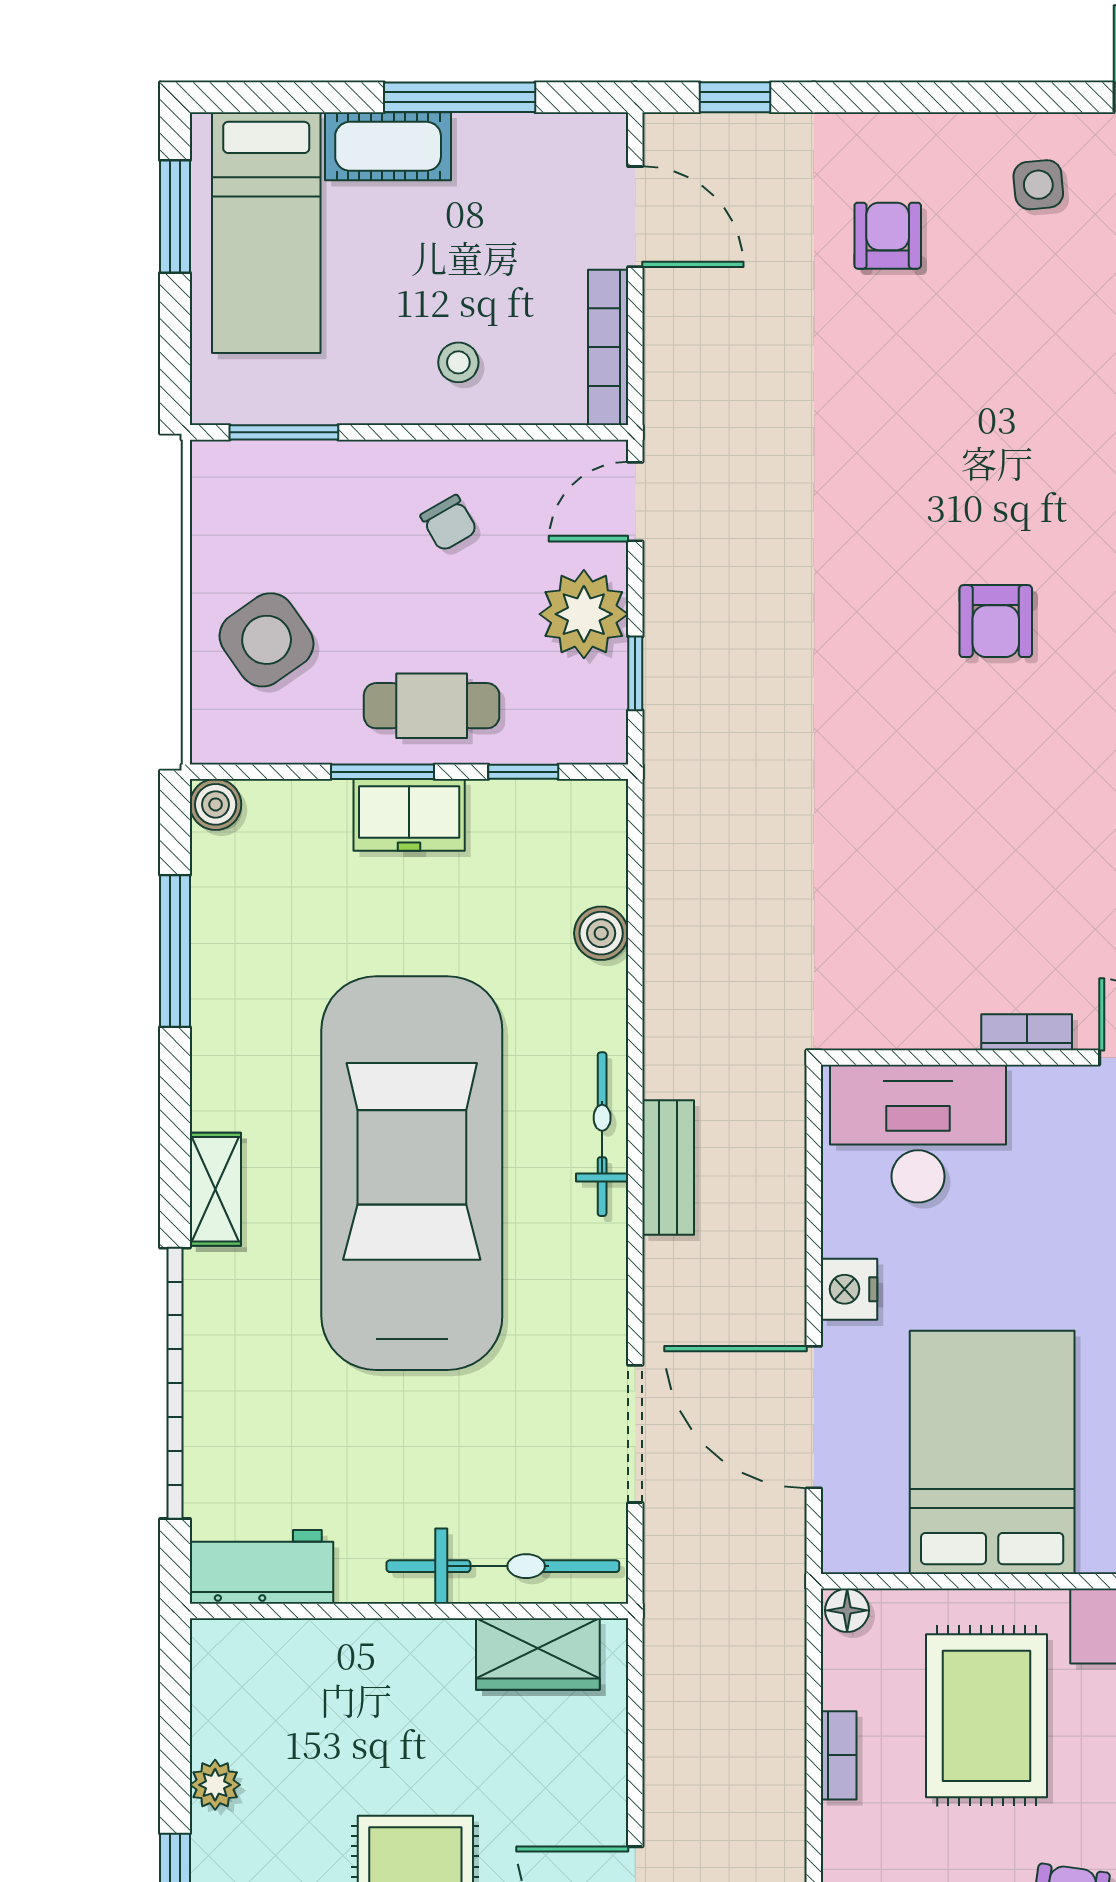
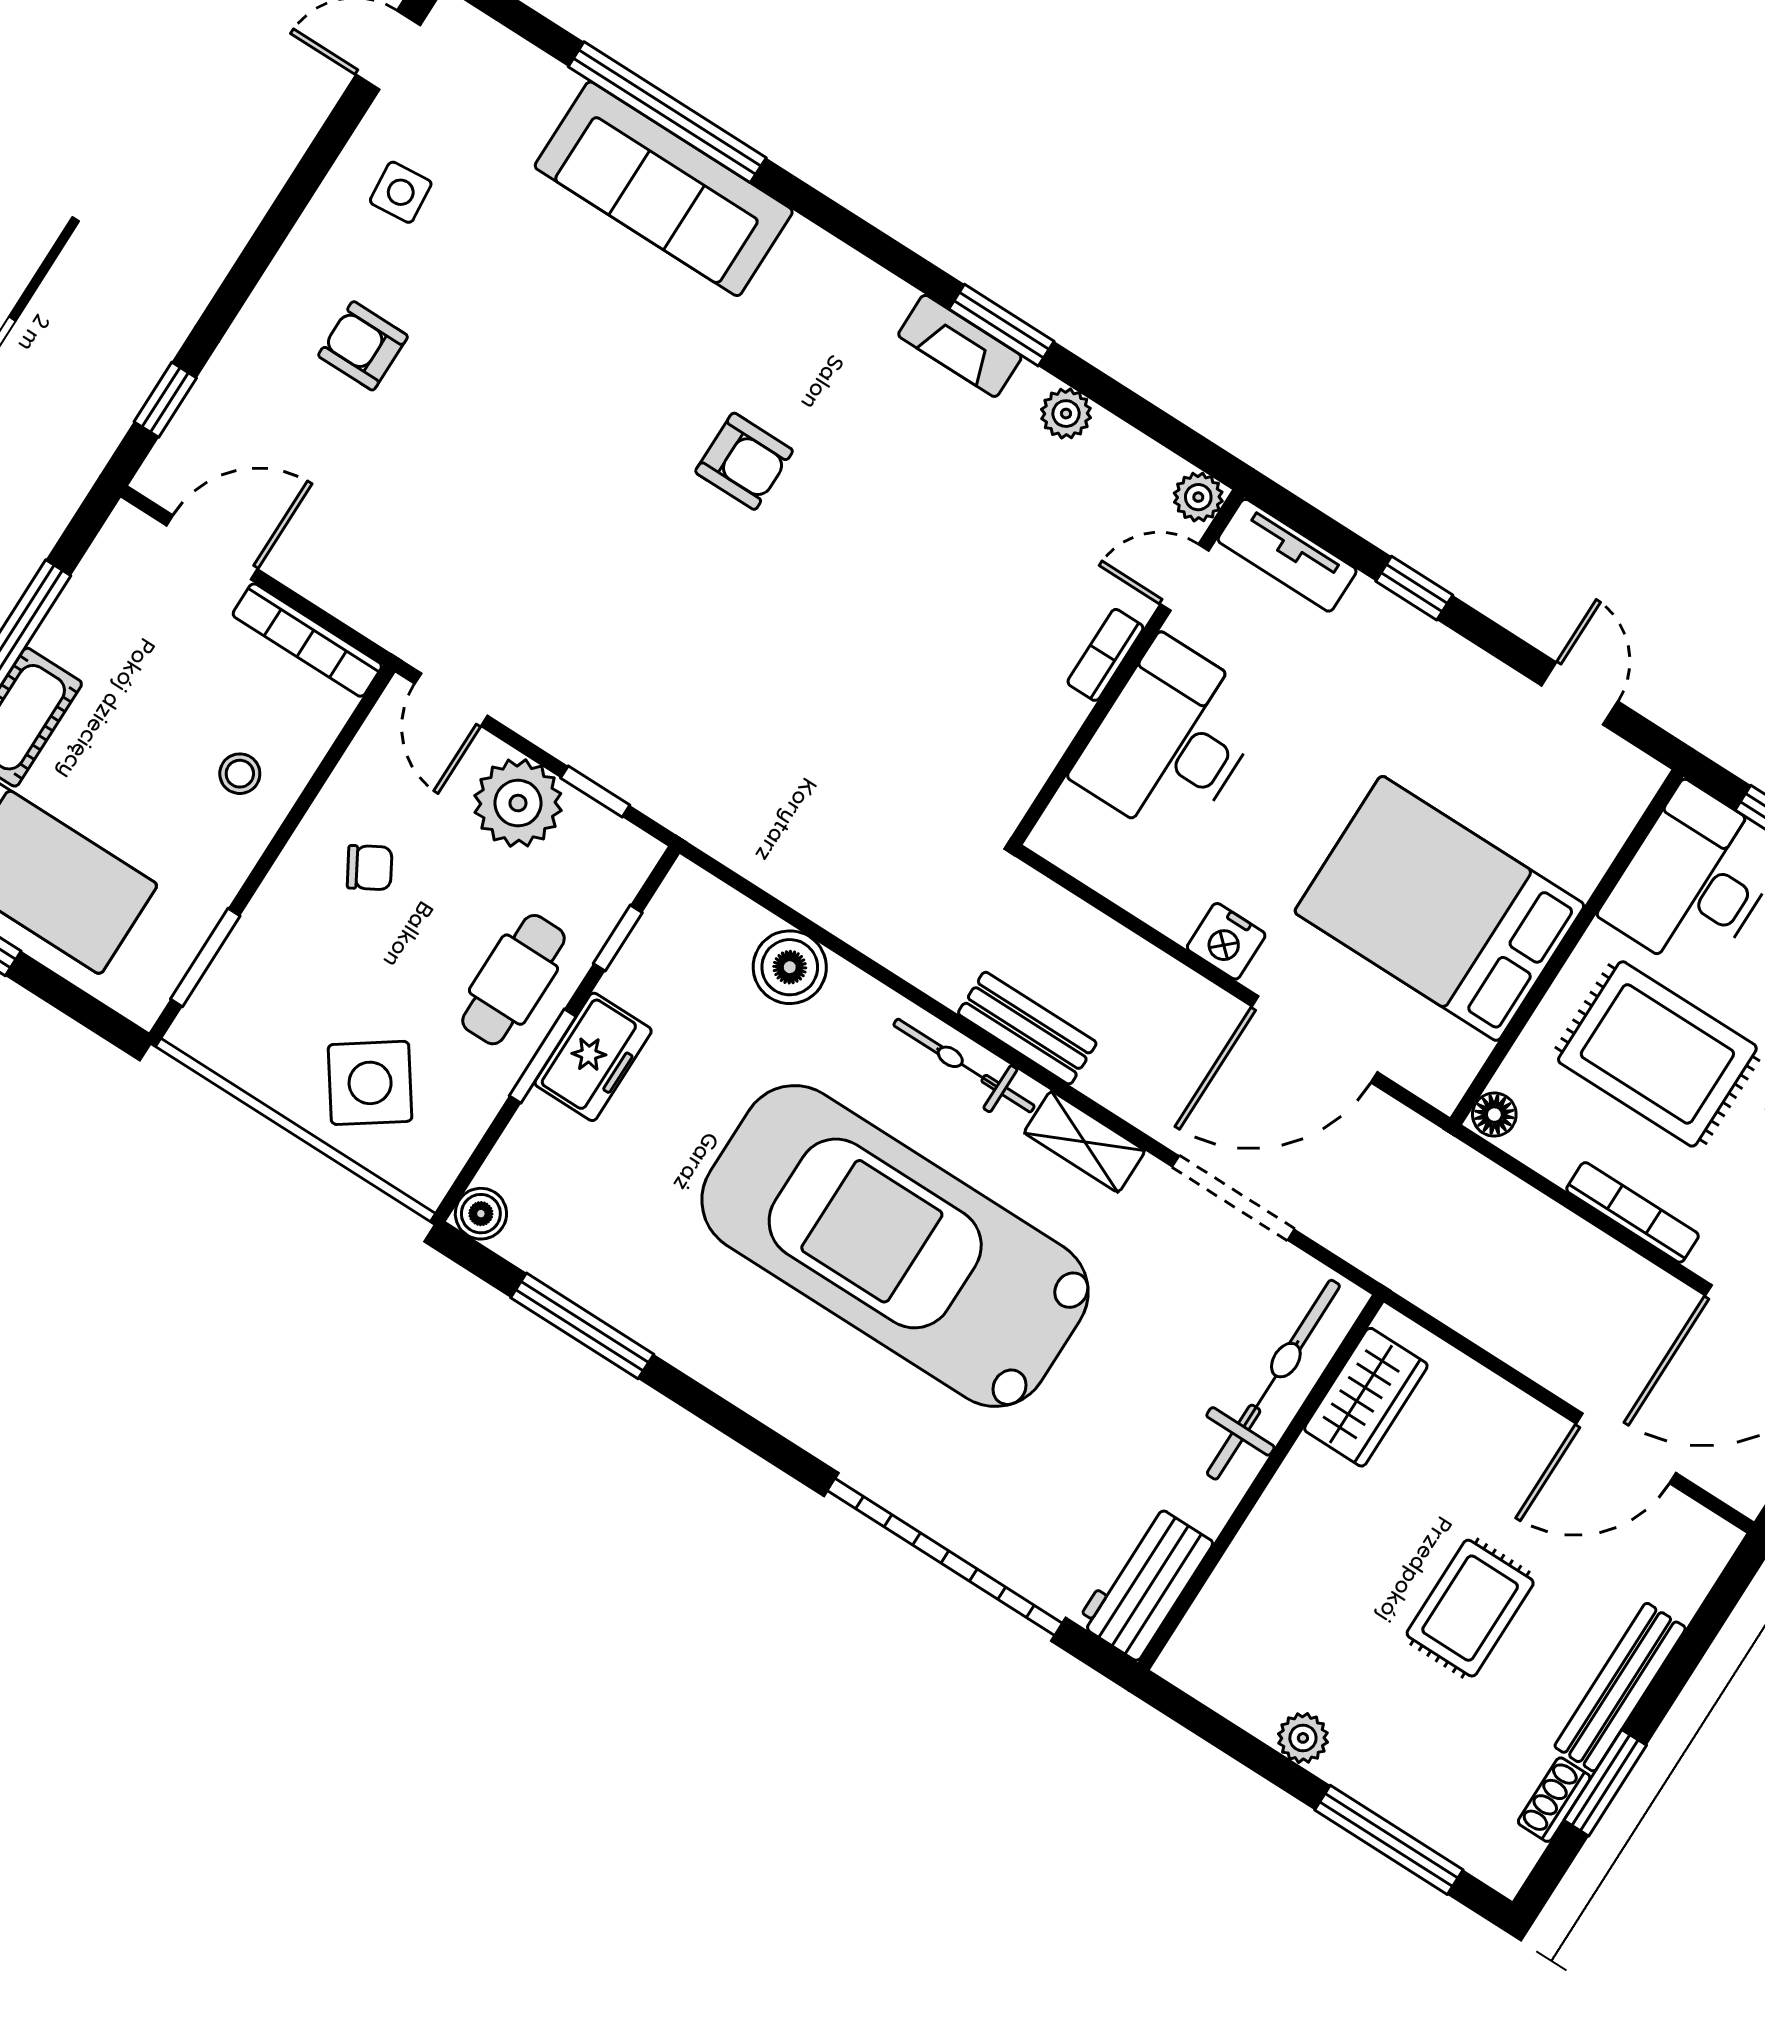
boiler: (601, 933) -> (790, 967), width x1.36, depth x1.36
desk: (918, 1134) -> (1171, 740), moved
shelving: (215, 1189) -> (1084, 1142), moved
bookcase: (839, 1755) -> (1632, 1212), width x1.56

